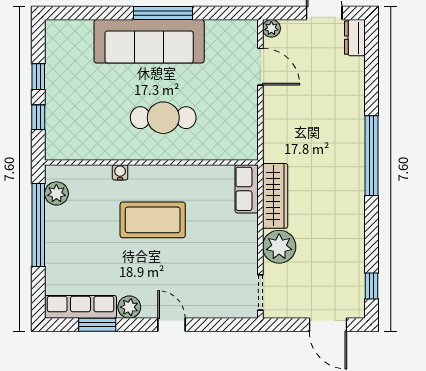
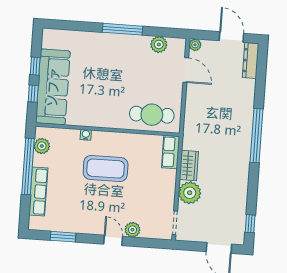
plant: (218, 32) -> (159, 44), added
dresser: (355, 38) -> (251, 61), width x1.44
sofa: (149, 41) -> (53, 87), moved, turned -90
cafe table: (163, 118) -> (152, 115), moved
wardrobe: (275, 196) -> (189, 165), width x0.67
row of seats: (80, 307) -> (38, 192), moved, turned 90
plant: (129, 307) -> (132, 230), moved

